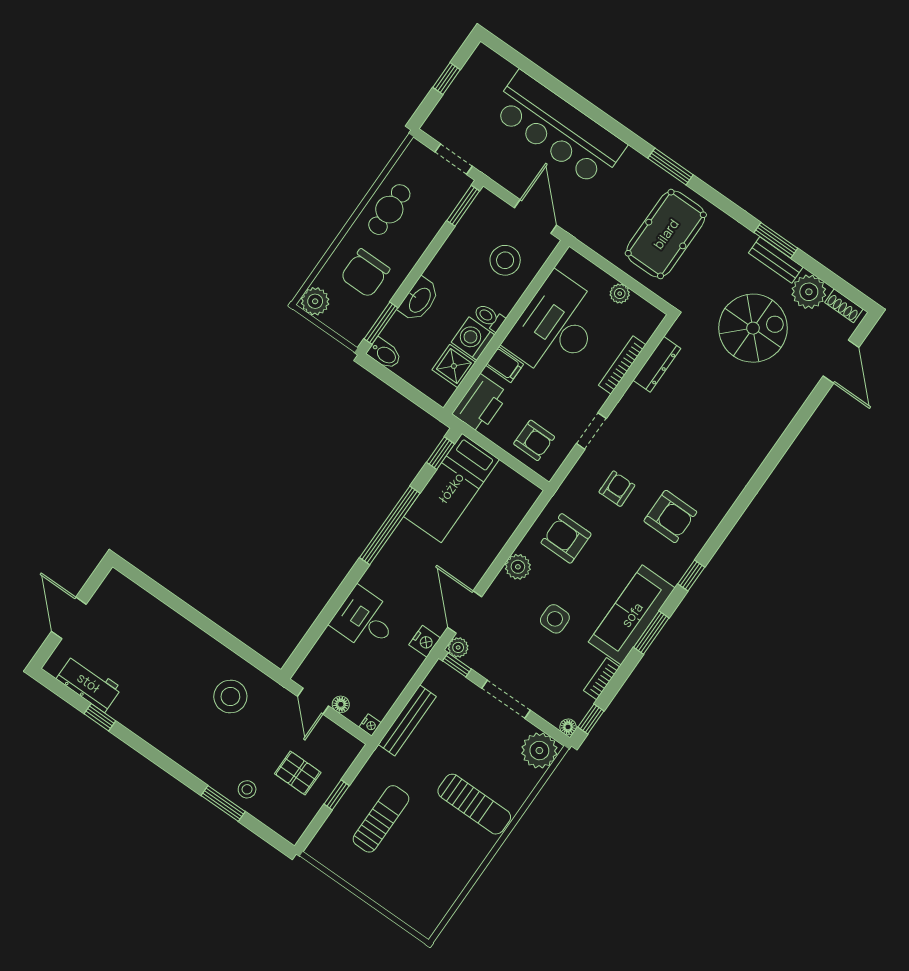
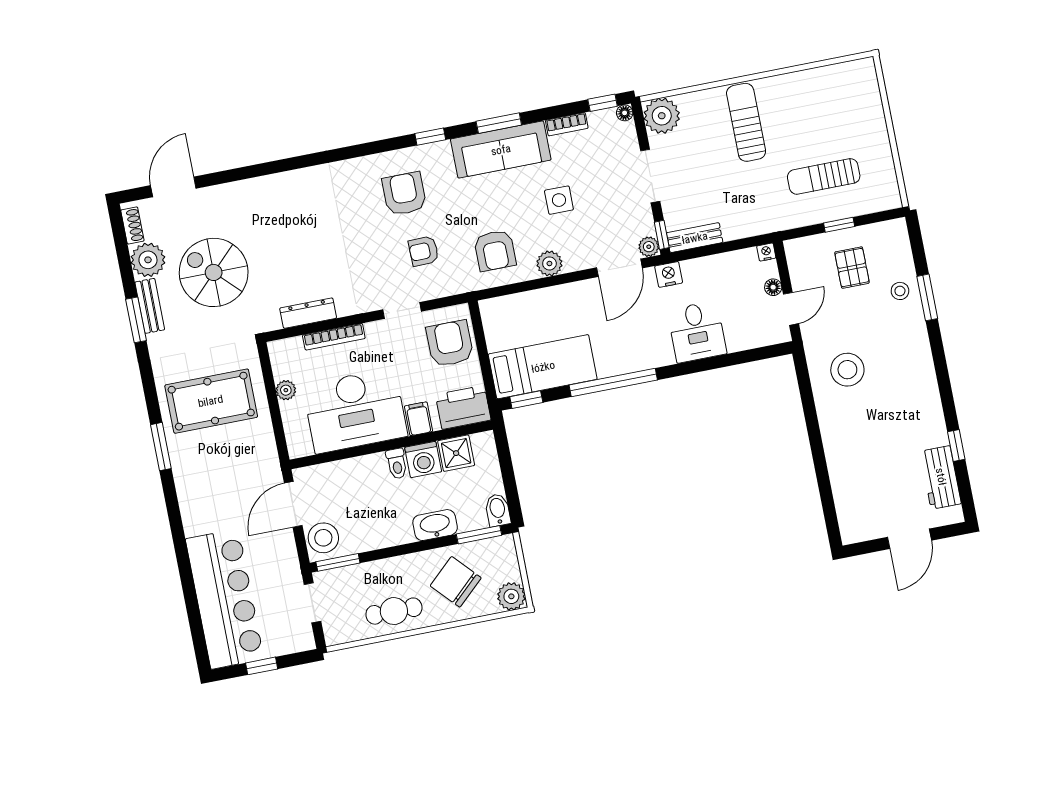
bar counter: (558, 129) -> (225, 599), moved
stool: (505, 260) -> (323, 538), moved
chair: (365, 273) -> (456, 582), turned -133
armchair: (534, 440) -> (450, 344), width x1.38, depth x1.38
bench: (407, 720) -> (695, 238), moved, width x0.73

